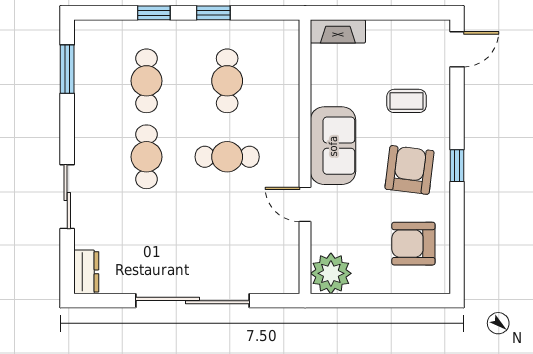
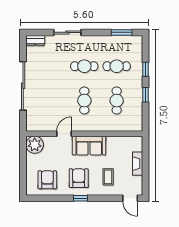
fireplace: (338, 31) -> (138, 164), moved
cafe table: (227, 81) -> (117, 101), turned 90
armchair: (410, 170) -> (79, 178), turned -97

